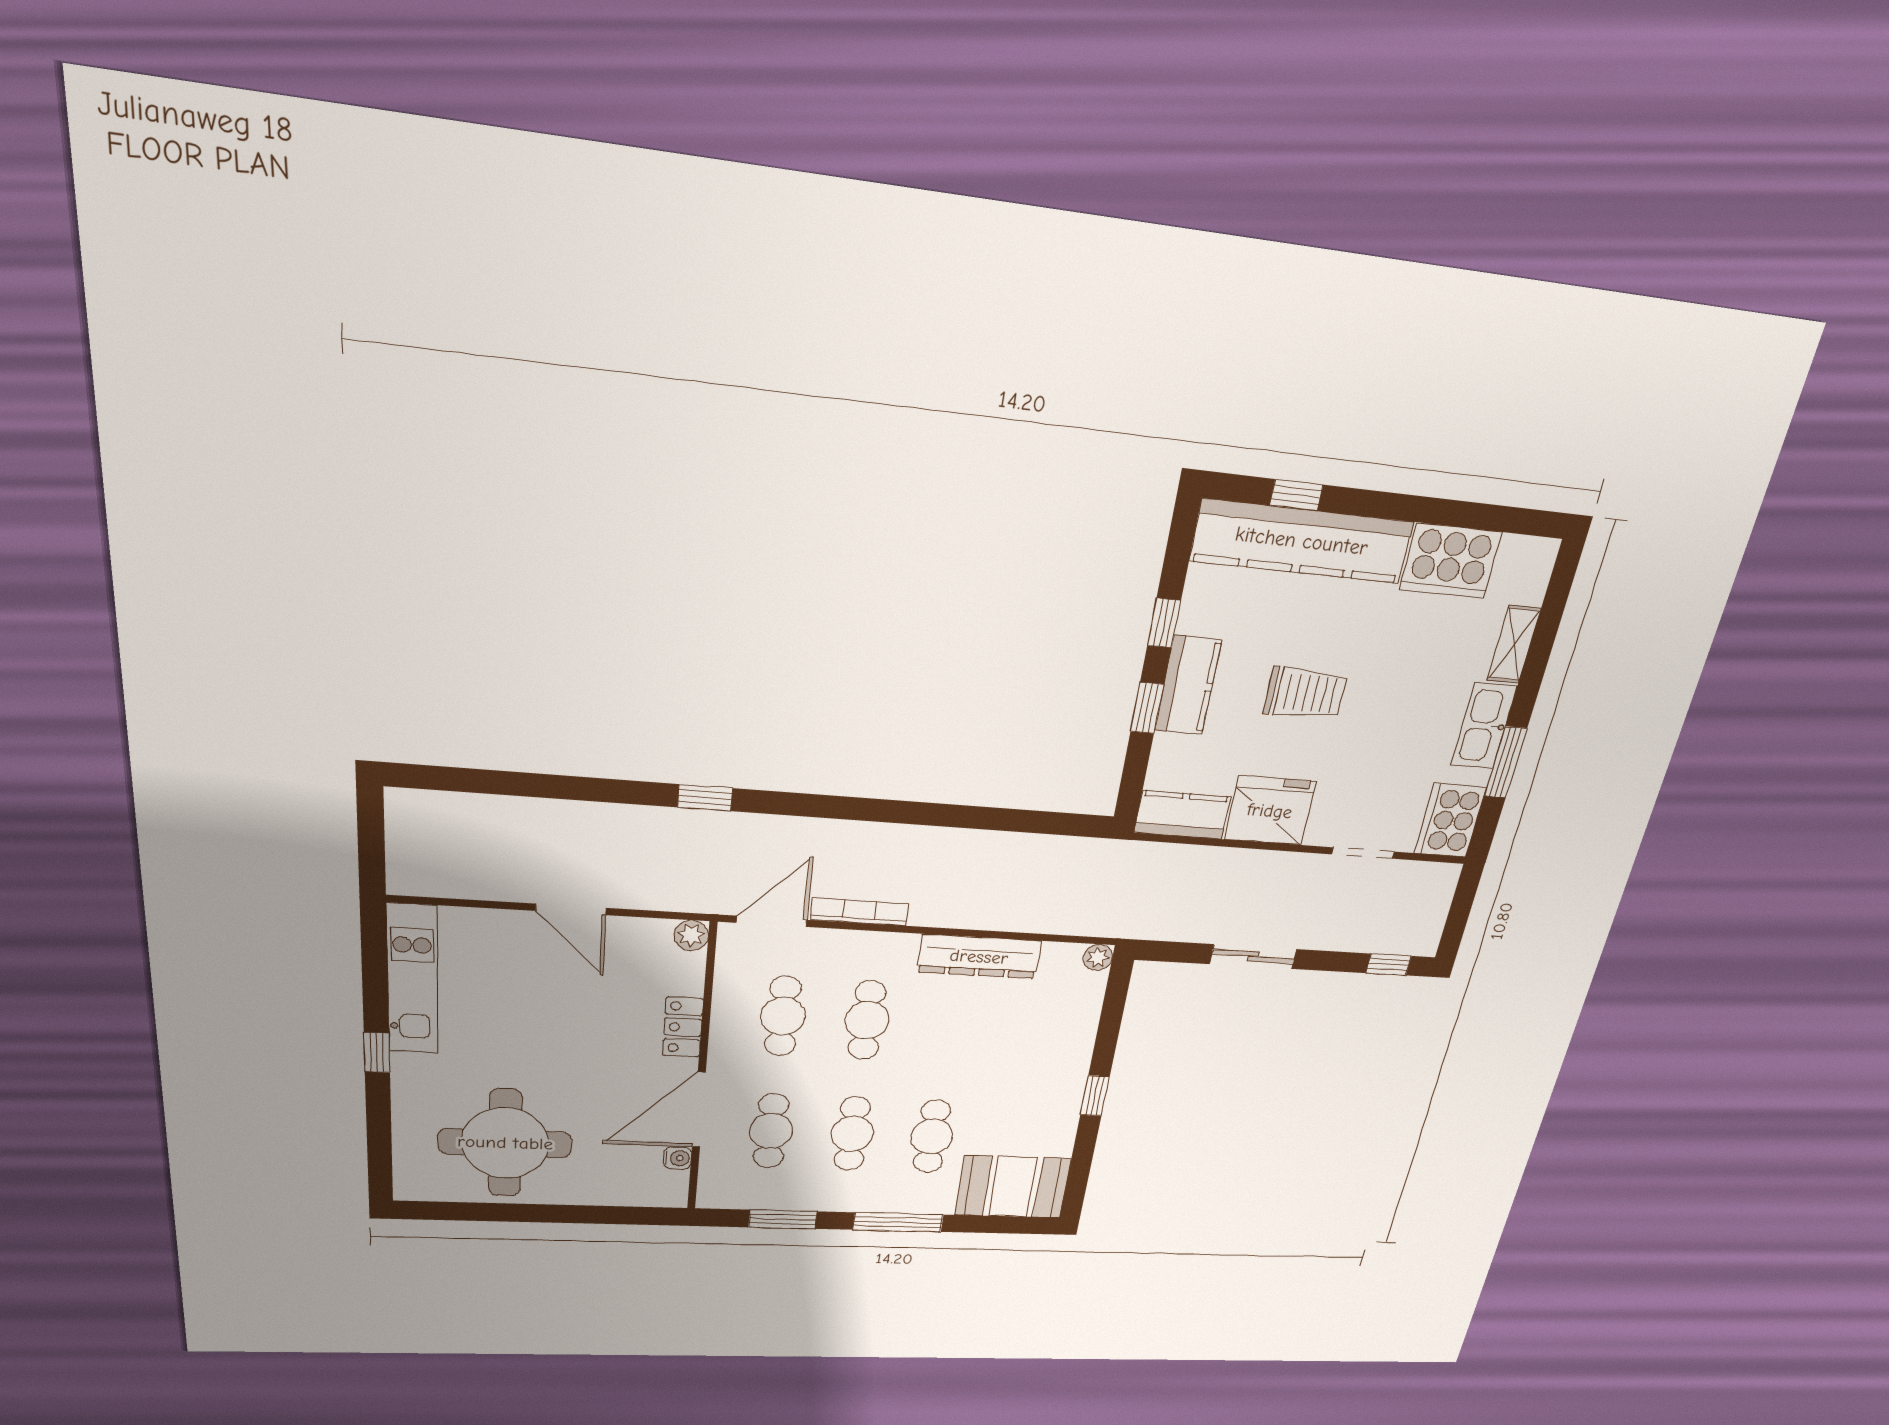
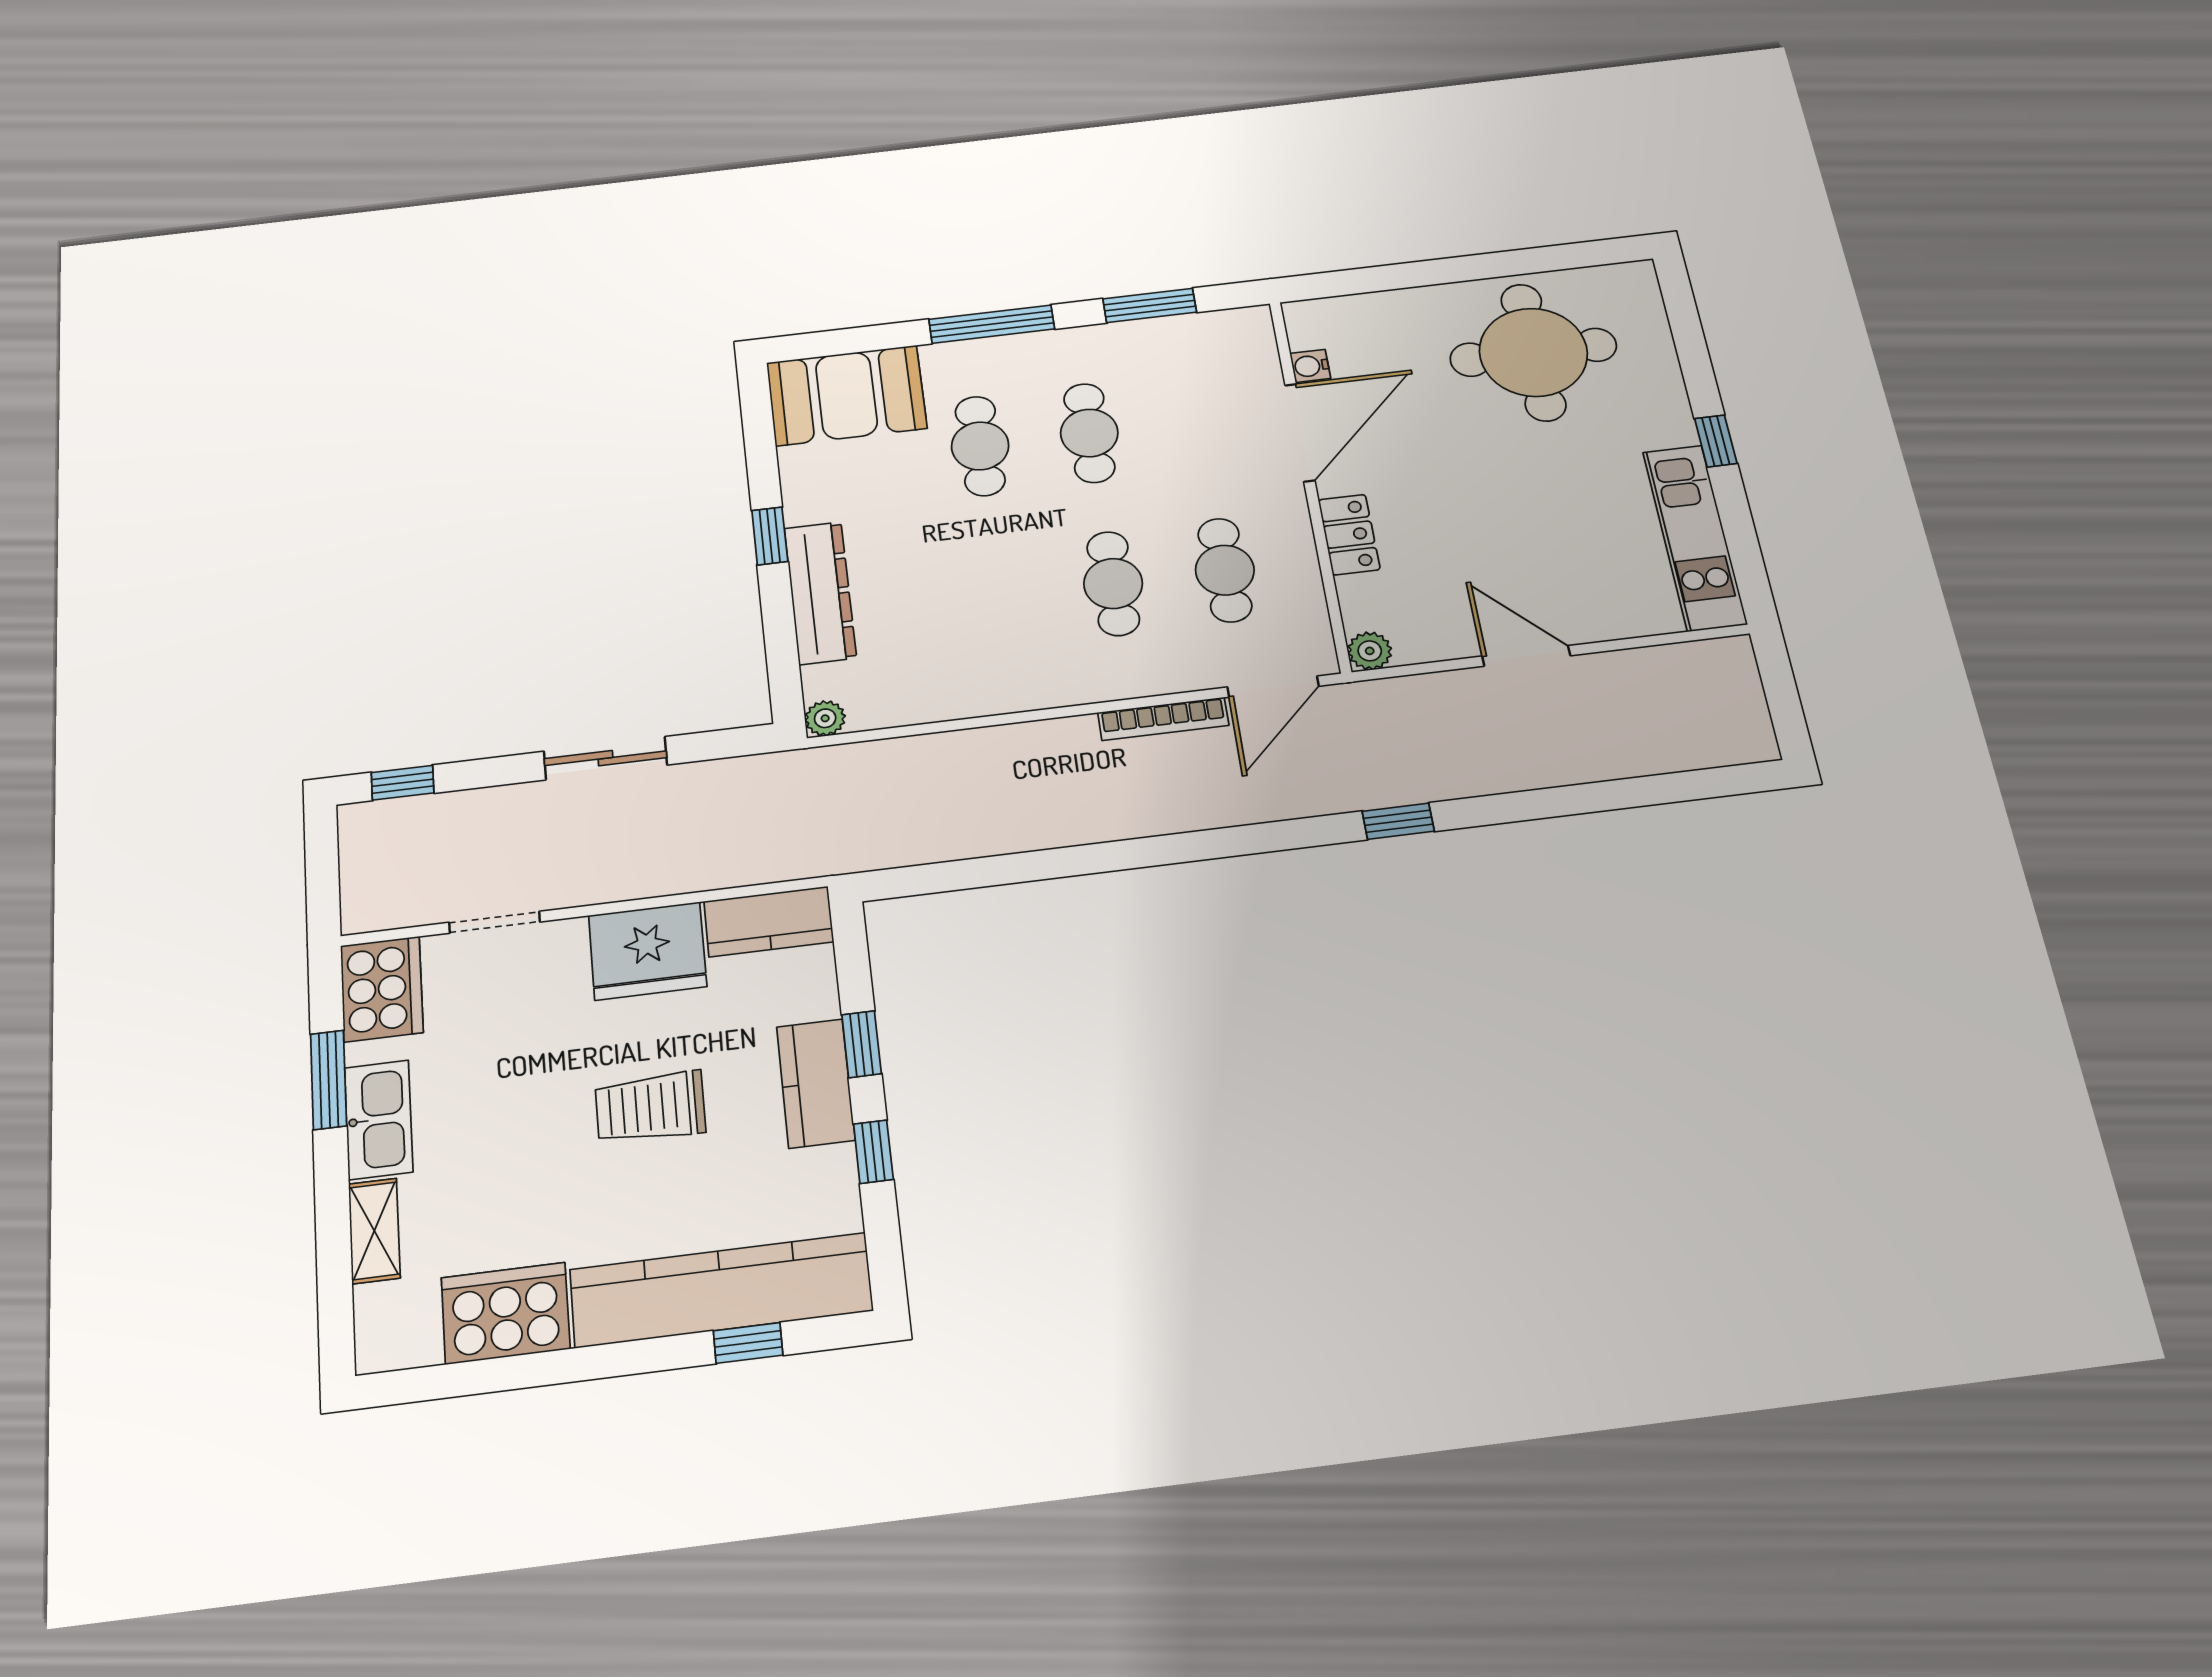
dresser: (979, 957) -> (820, 593), moved, turned 90
cafe table: (771, 1131) -> (1198, 420), removed

